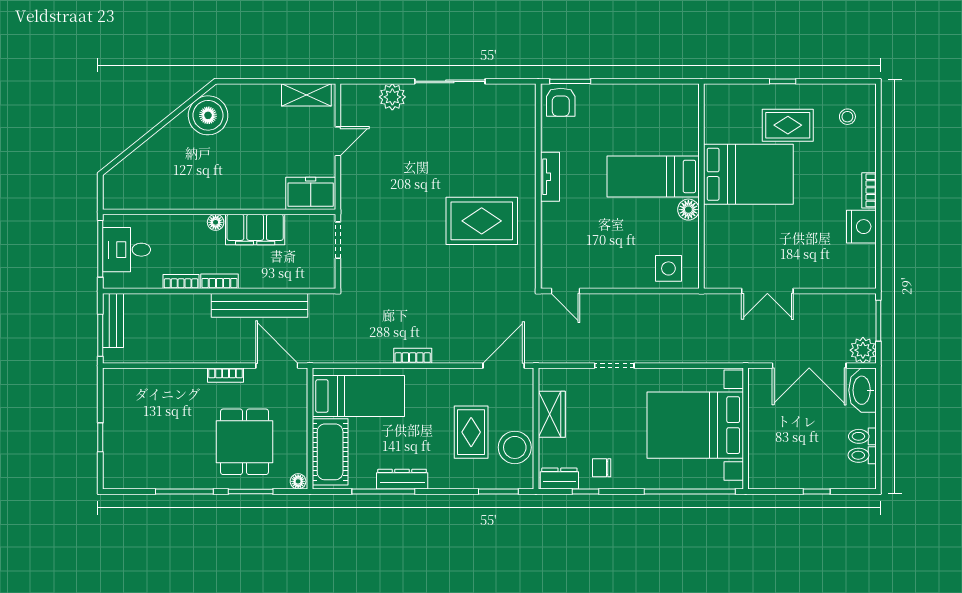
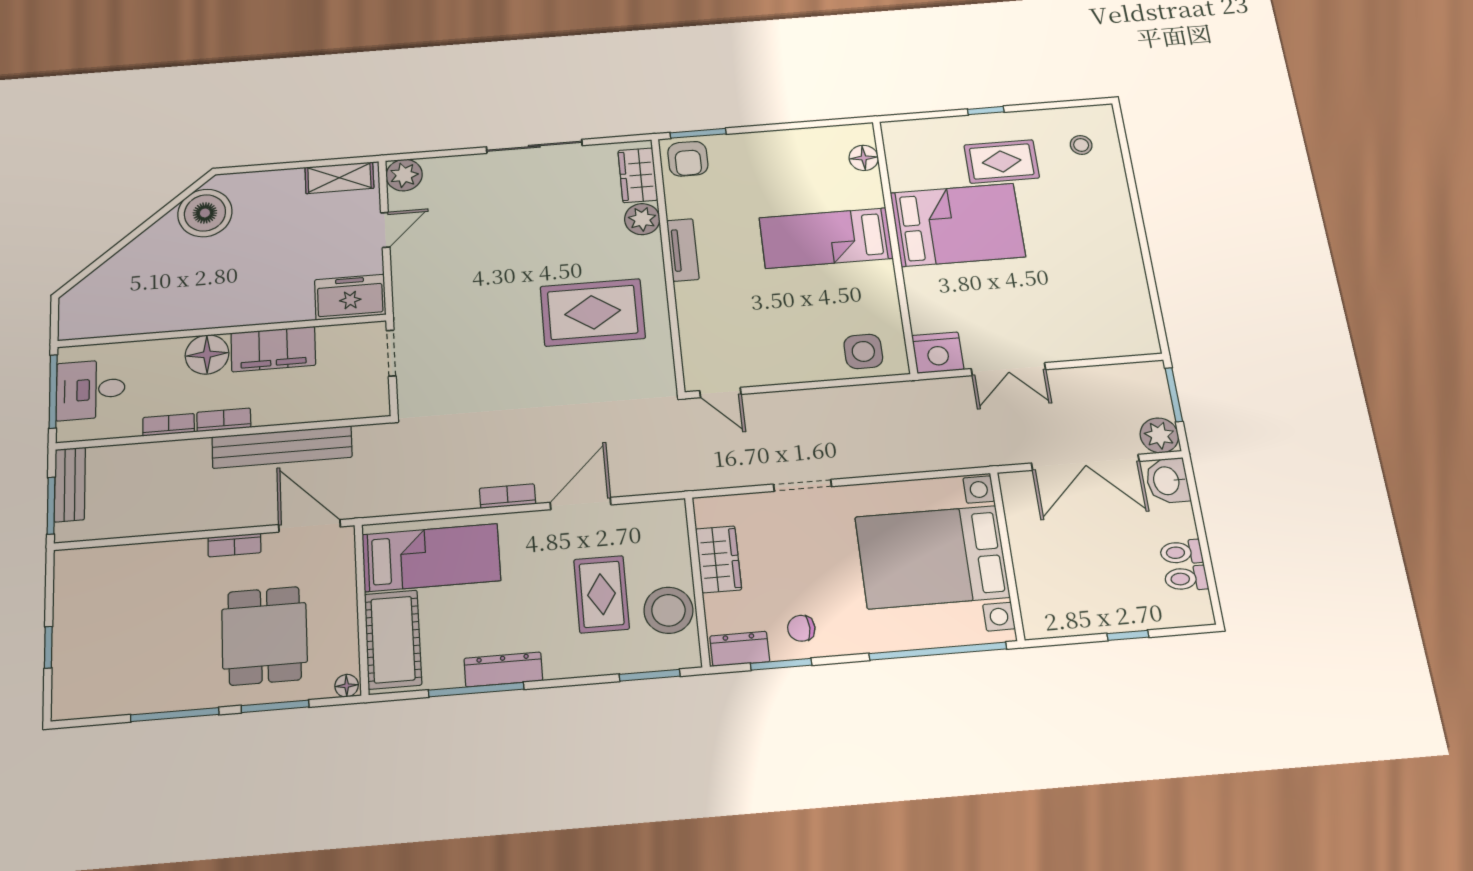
plant: (392, 97) -> (404, 175), moved
wardrobe: (523, 113) -> (638, 175), added
plant: (523, 149) -> (642, 219), added
bookcase: (869, 190) -> (1128, 231), removed
floor lamp: (688, 210) -> (864, 158), moved
floor lamp: (216, 222) -> (207, 354), width x1.89, depth x1.89
nightstand: (861, 227) -> (938, 353), moved, turned 90
door: (504, 366) -> (581, 504), moved
washbasin: (862, 390) -> (1167, 481), width x0.72
window: (586, 491) -> (781, 664), width x1.50

